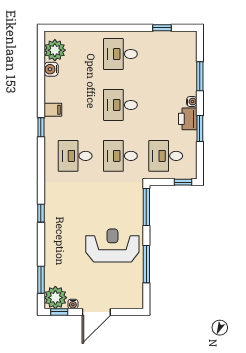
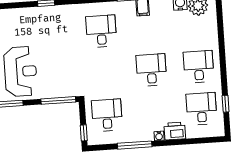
window: (200, 76) -> (183, 142), removed
printer: (188, 119) -> (175, 131), moved
window: (200, 128) -> (135, 145), width x1.44
desk: (120, 156) -> (201, 109), moved

